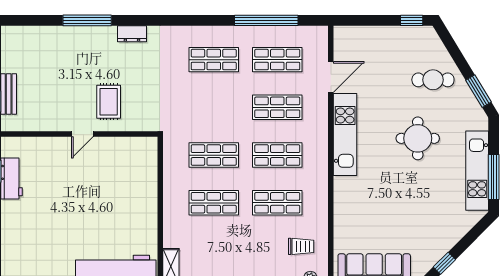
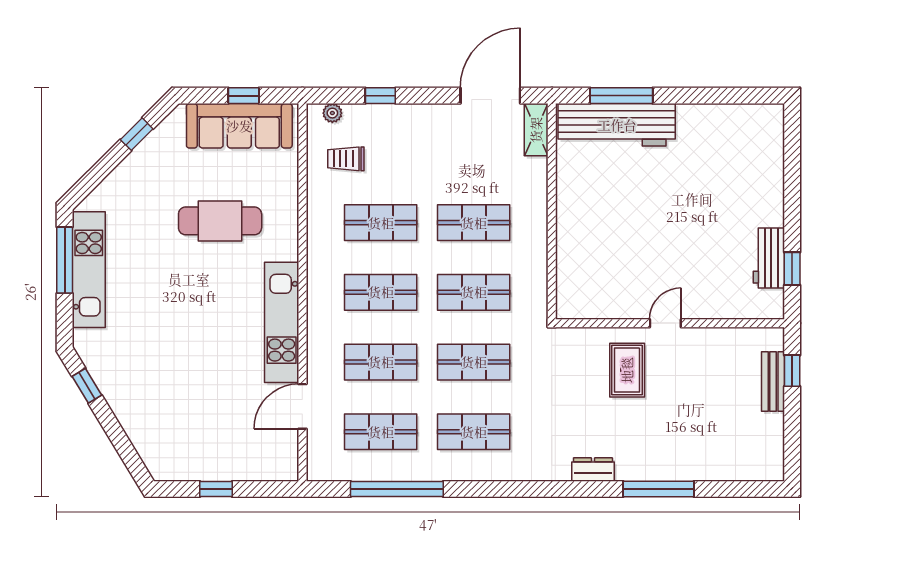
window: (412, 20) -> (216, 489), moved
cafe table: (433, 80) -> (220, 221), moved, width x1.37, depth x1.35
window: (478, 91) -> (87, 386), width x0.67
shop shelf: (214, 107) -> (474, 362), added
round table: (418, 138) -> (176, 317), removed

